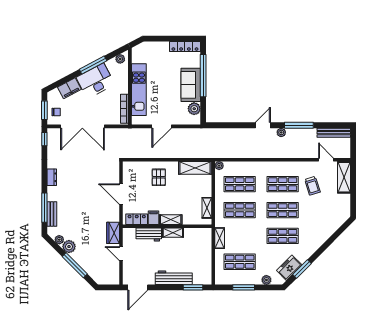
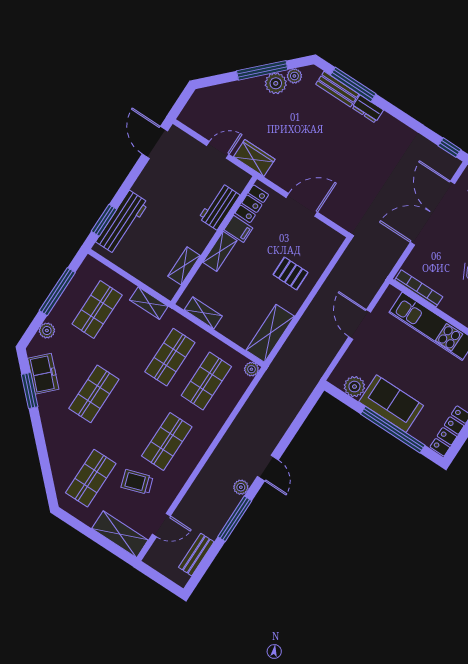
bench: (334, 133) -> (196, 555), width x0.73
dresser: (52, 177) -> (368, 109), moved
shop shelf: (283, 210) -> (91, 478), moved
shelving: (173, 233) -> (184, 266), moved
window: (75, 265) -> (262, 70), moved
workbench: (174, 278) -> (122, 222), moved
window: (244, 287) -> (57, 292), width x1.44

